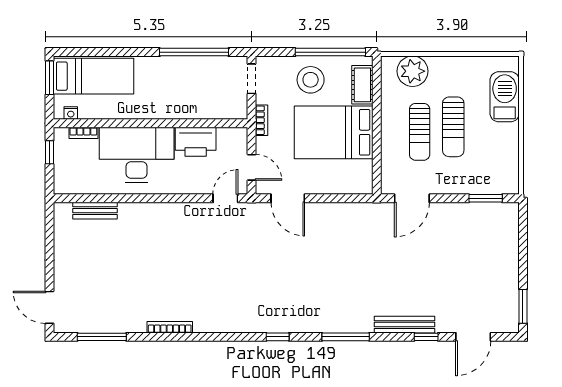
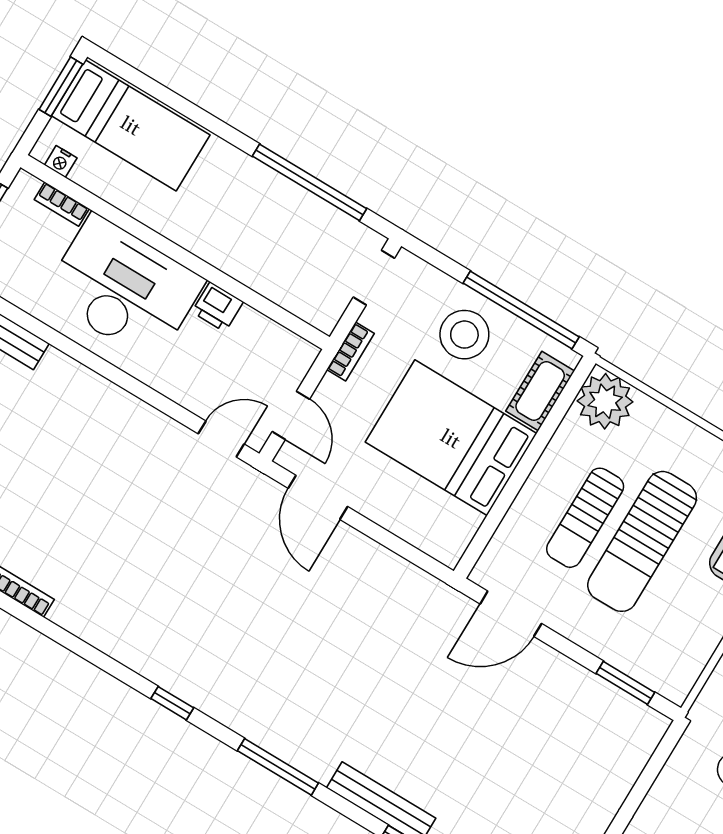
plant: (413, 71) -> (605, 401), moved
sun lounger: (453, 127) -> (642, 541), width x1.36, depth x1.34
printer: (196, 142) -> (218, 307), width x0.53, depth x0.68

